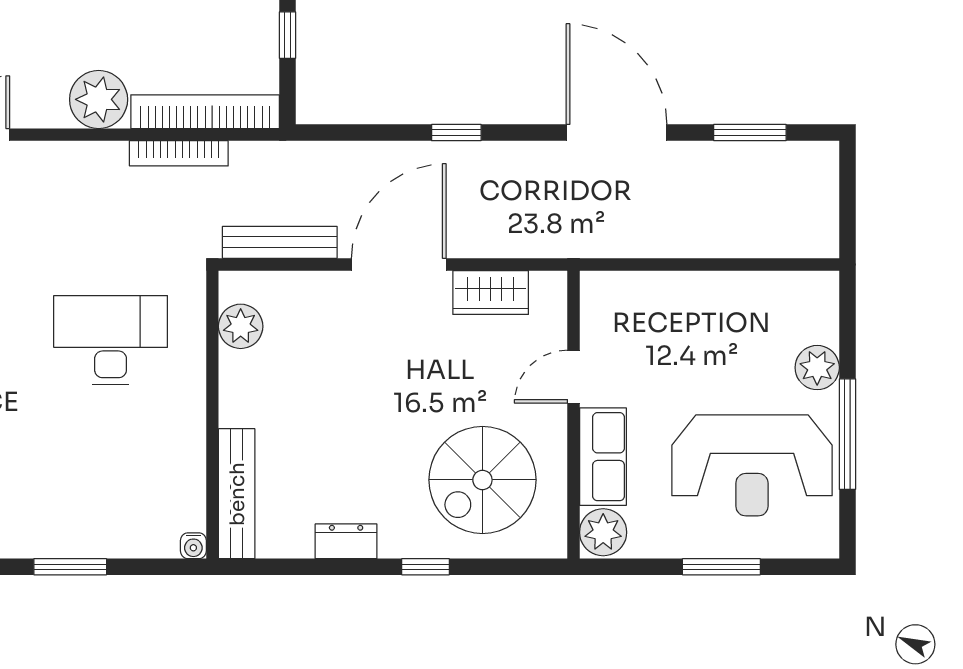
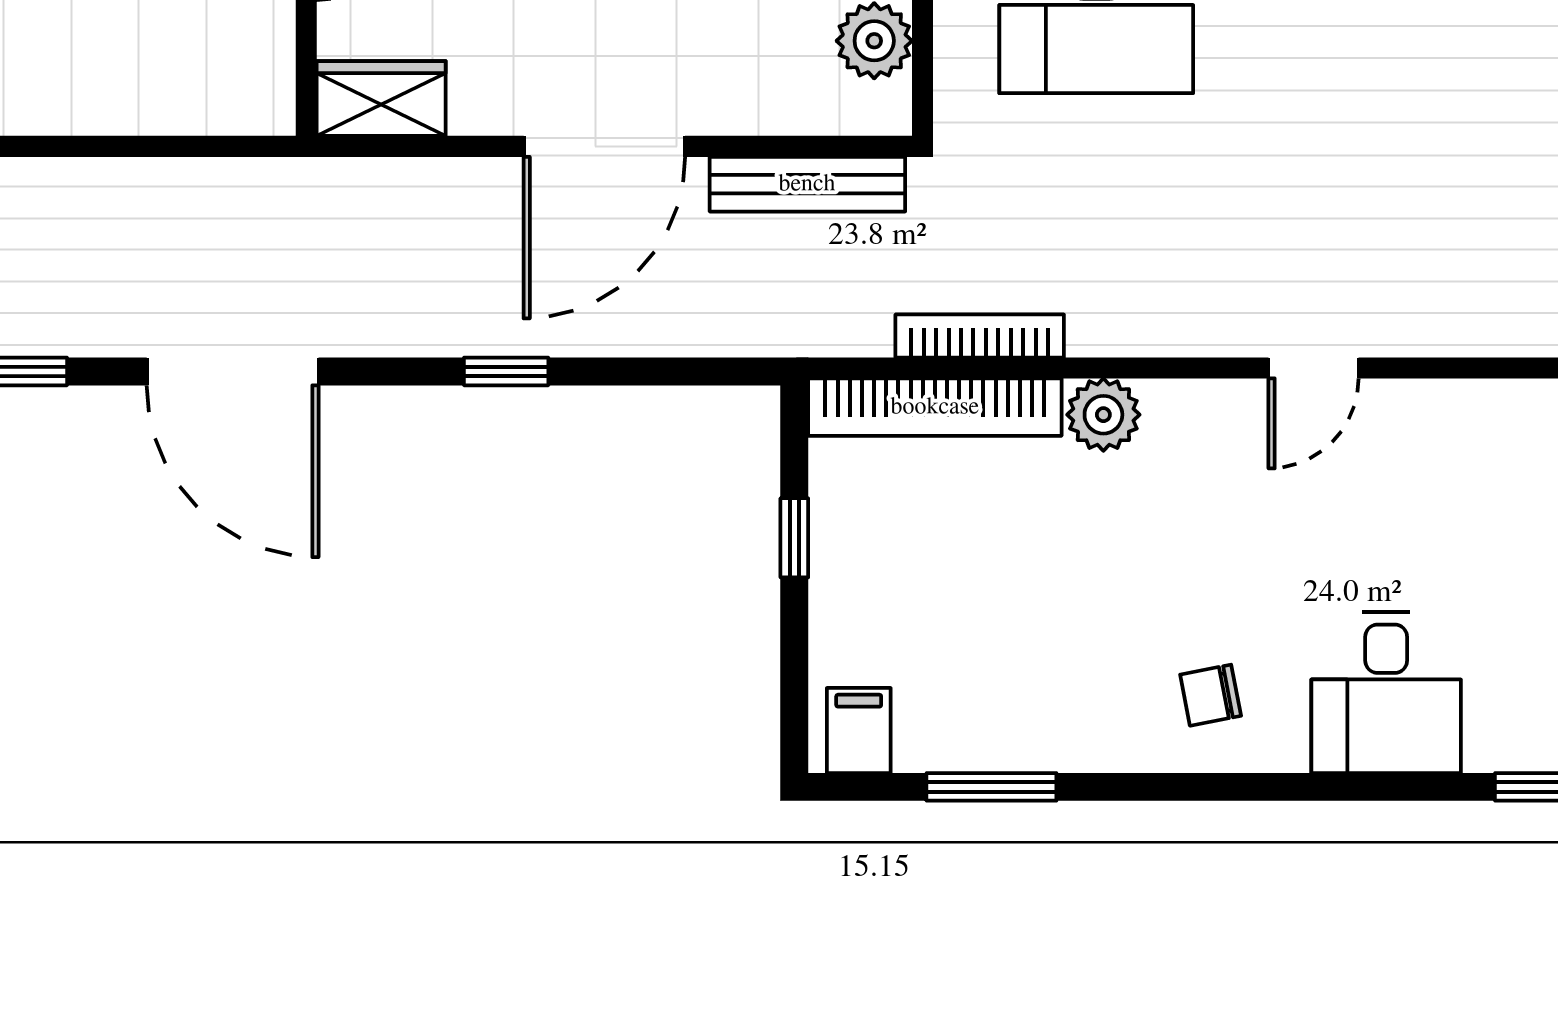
plant: (99, 99) -> (1103, 415), width x0.73, depth x0.73
wardrobe: (491, 292) -> (381, 99), moved

